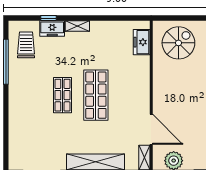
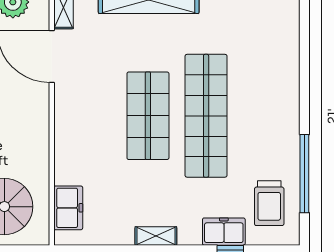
shelving: (77, 26) -> (156, 236), moved
shop shelf: (62, 95) -> (206, 116), width x2.00, depth x1.36

